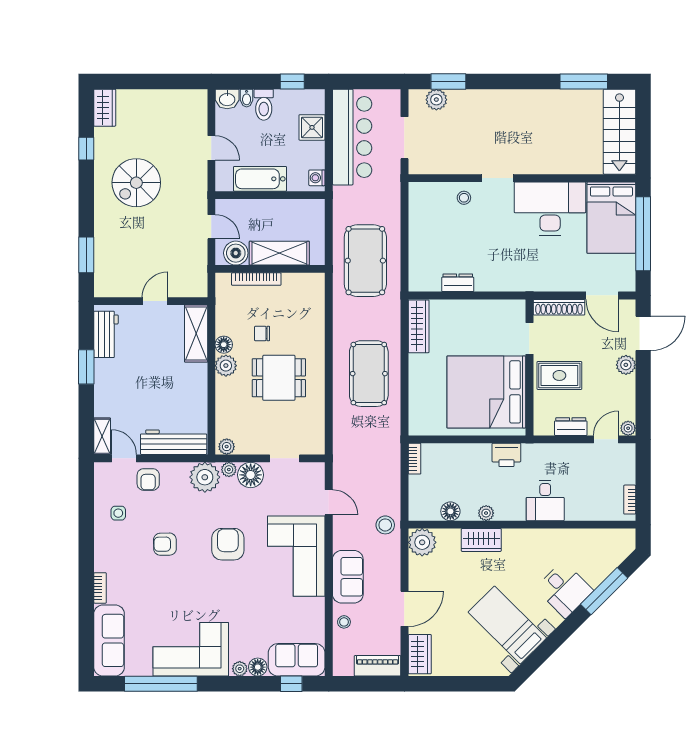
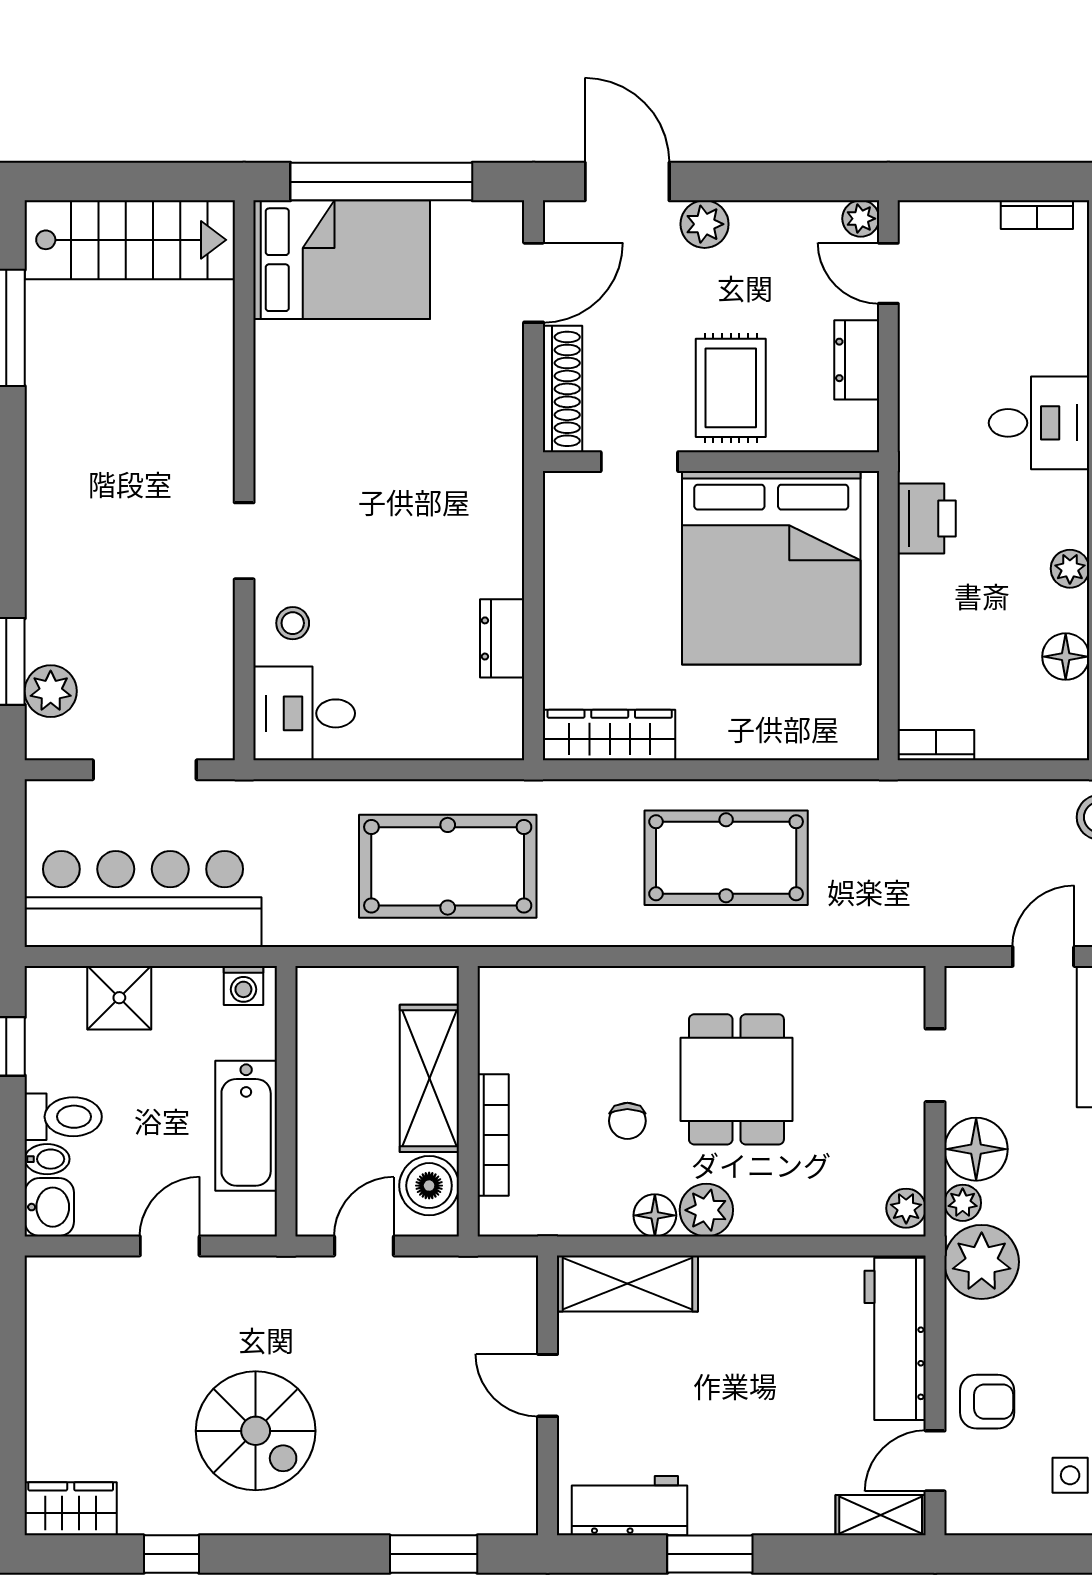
desk: (550, 209) -> (304, 713), moved, width x0.53, depth x0.77

